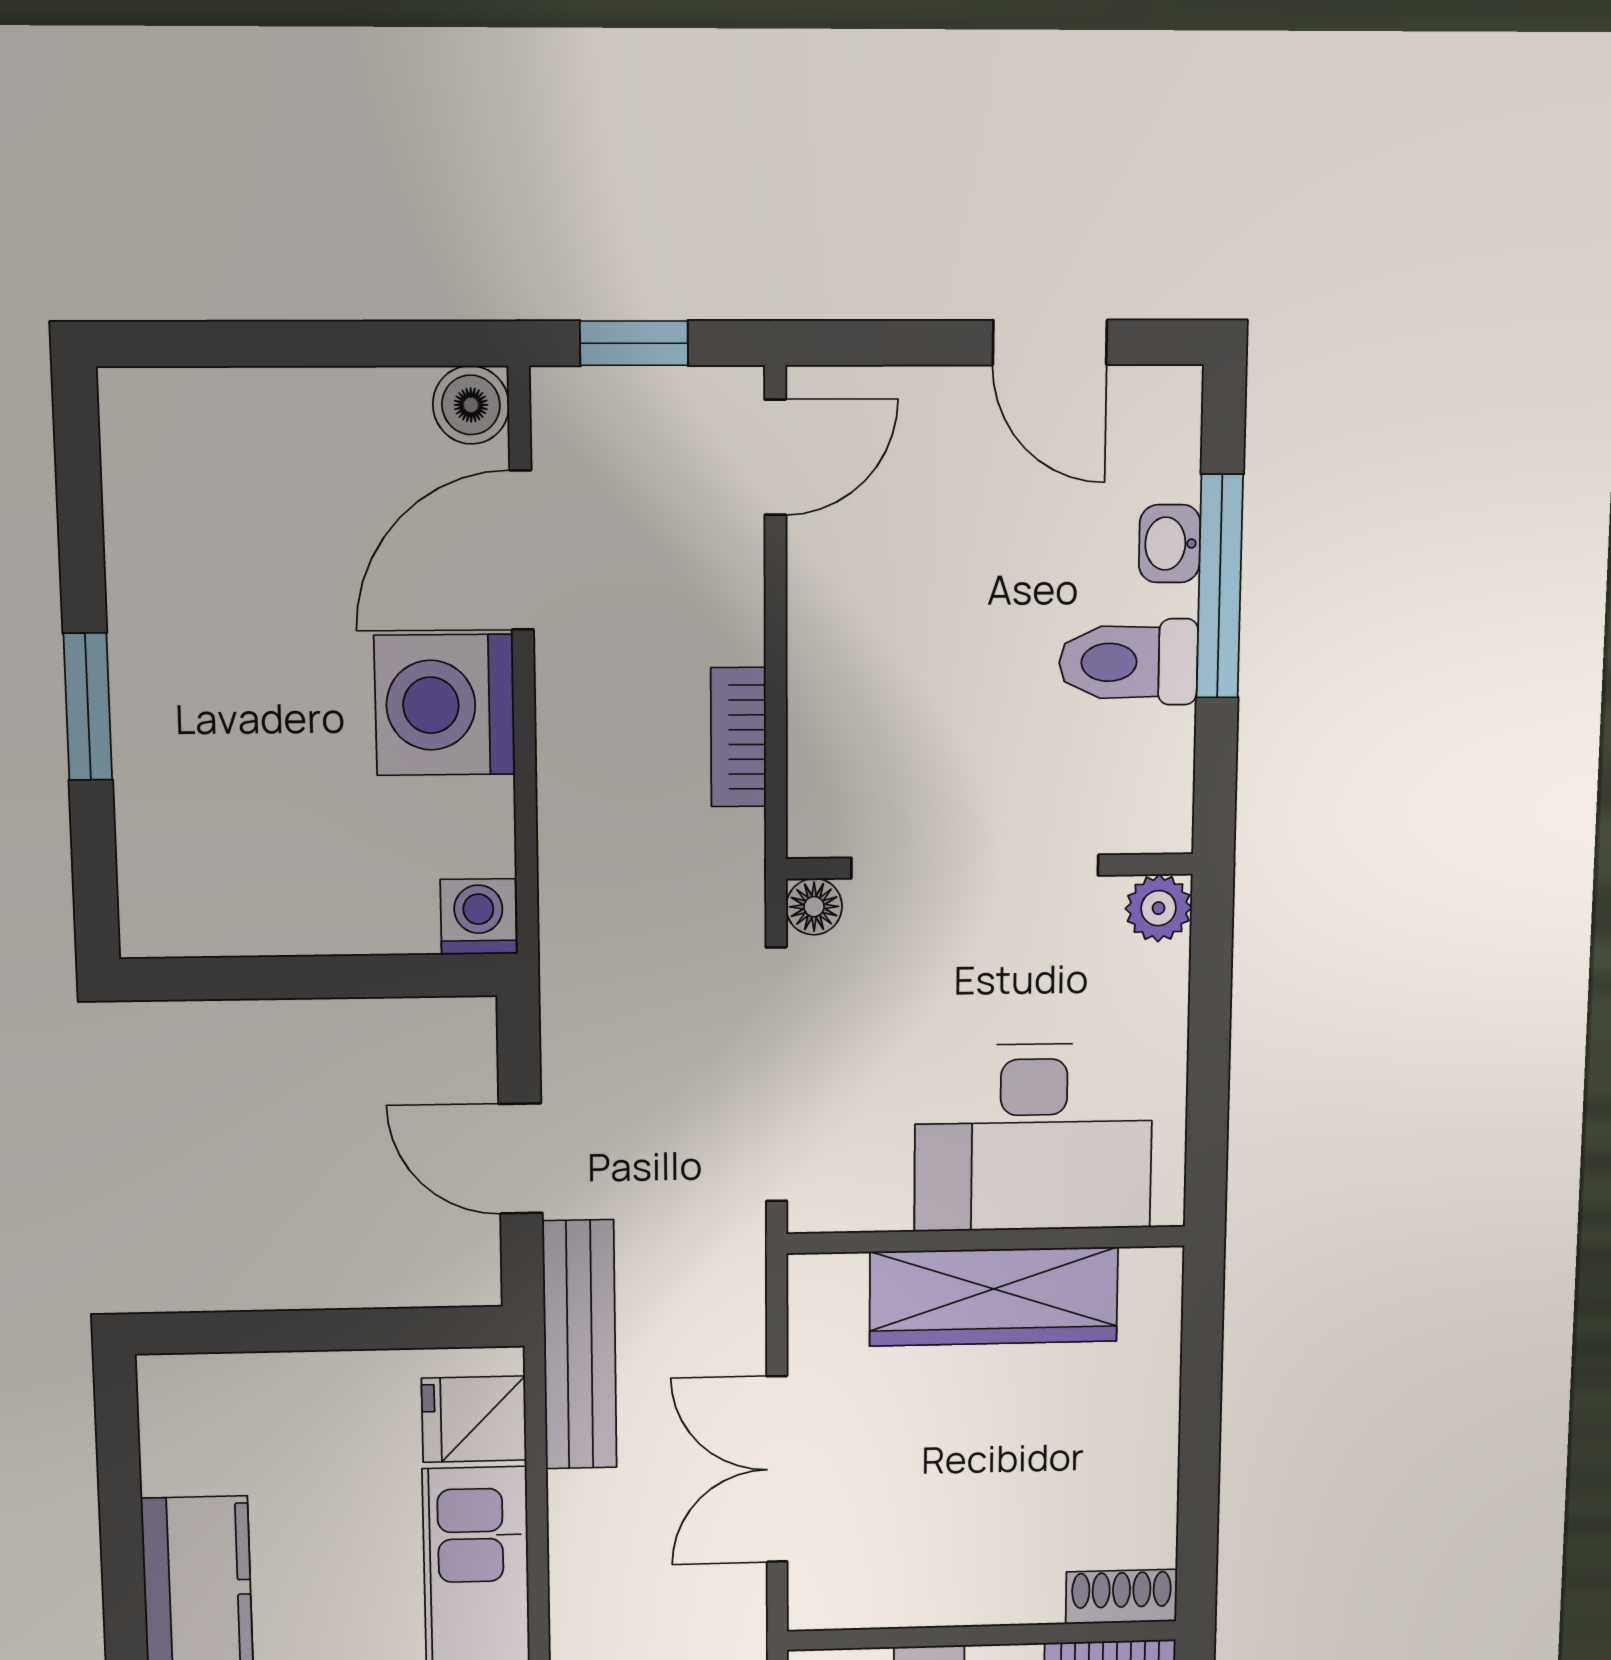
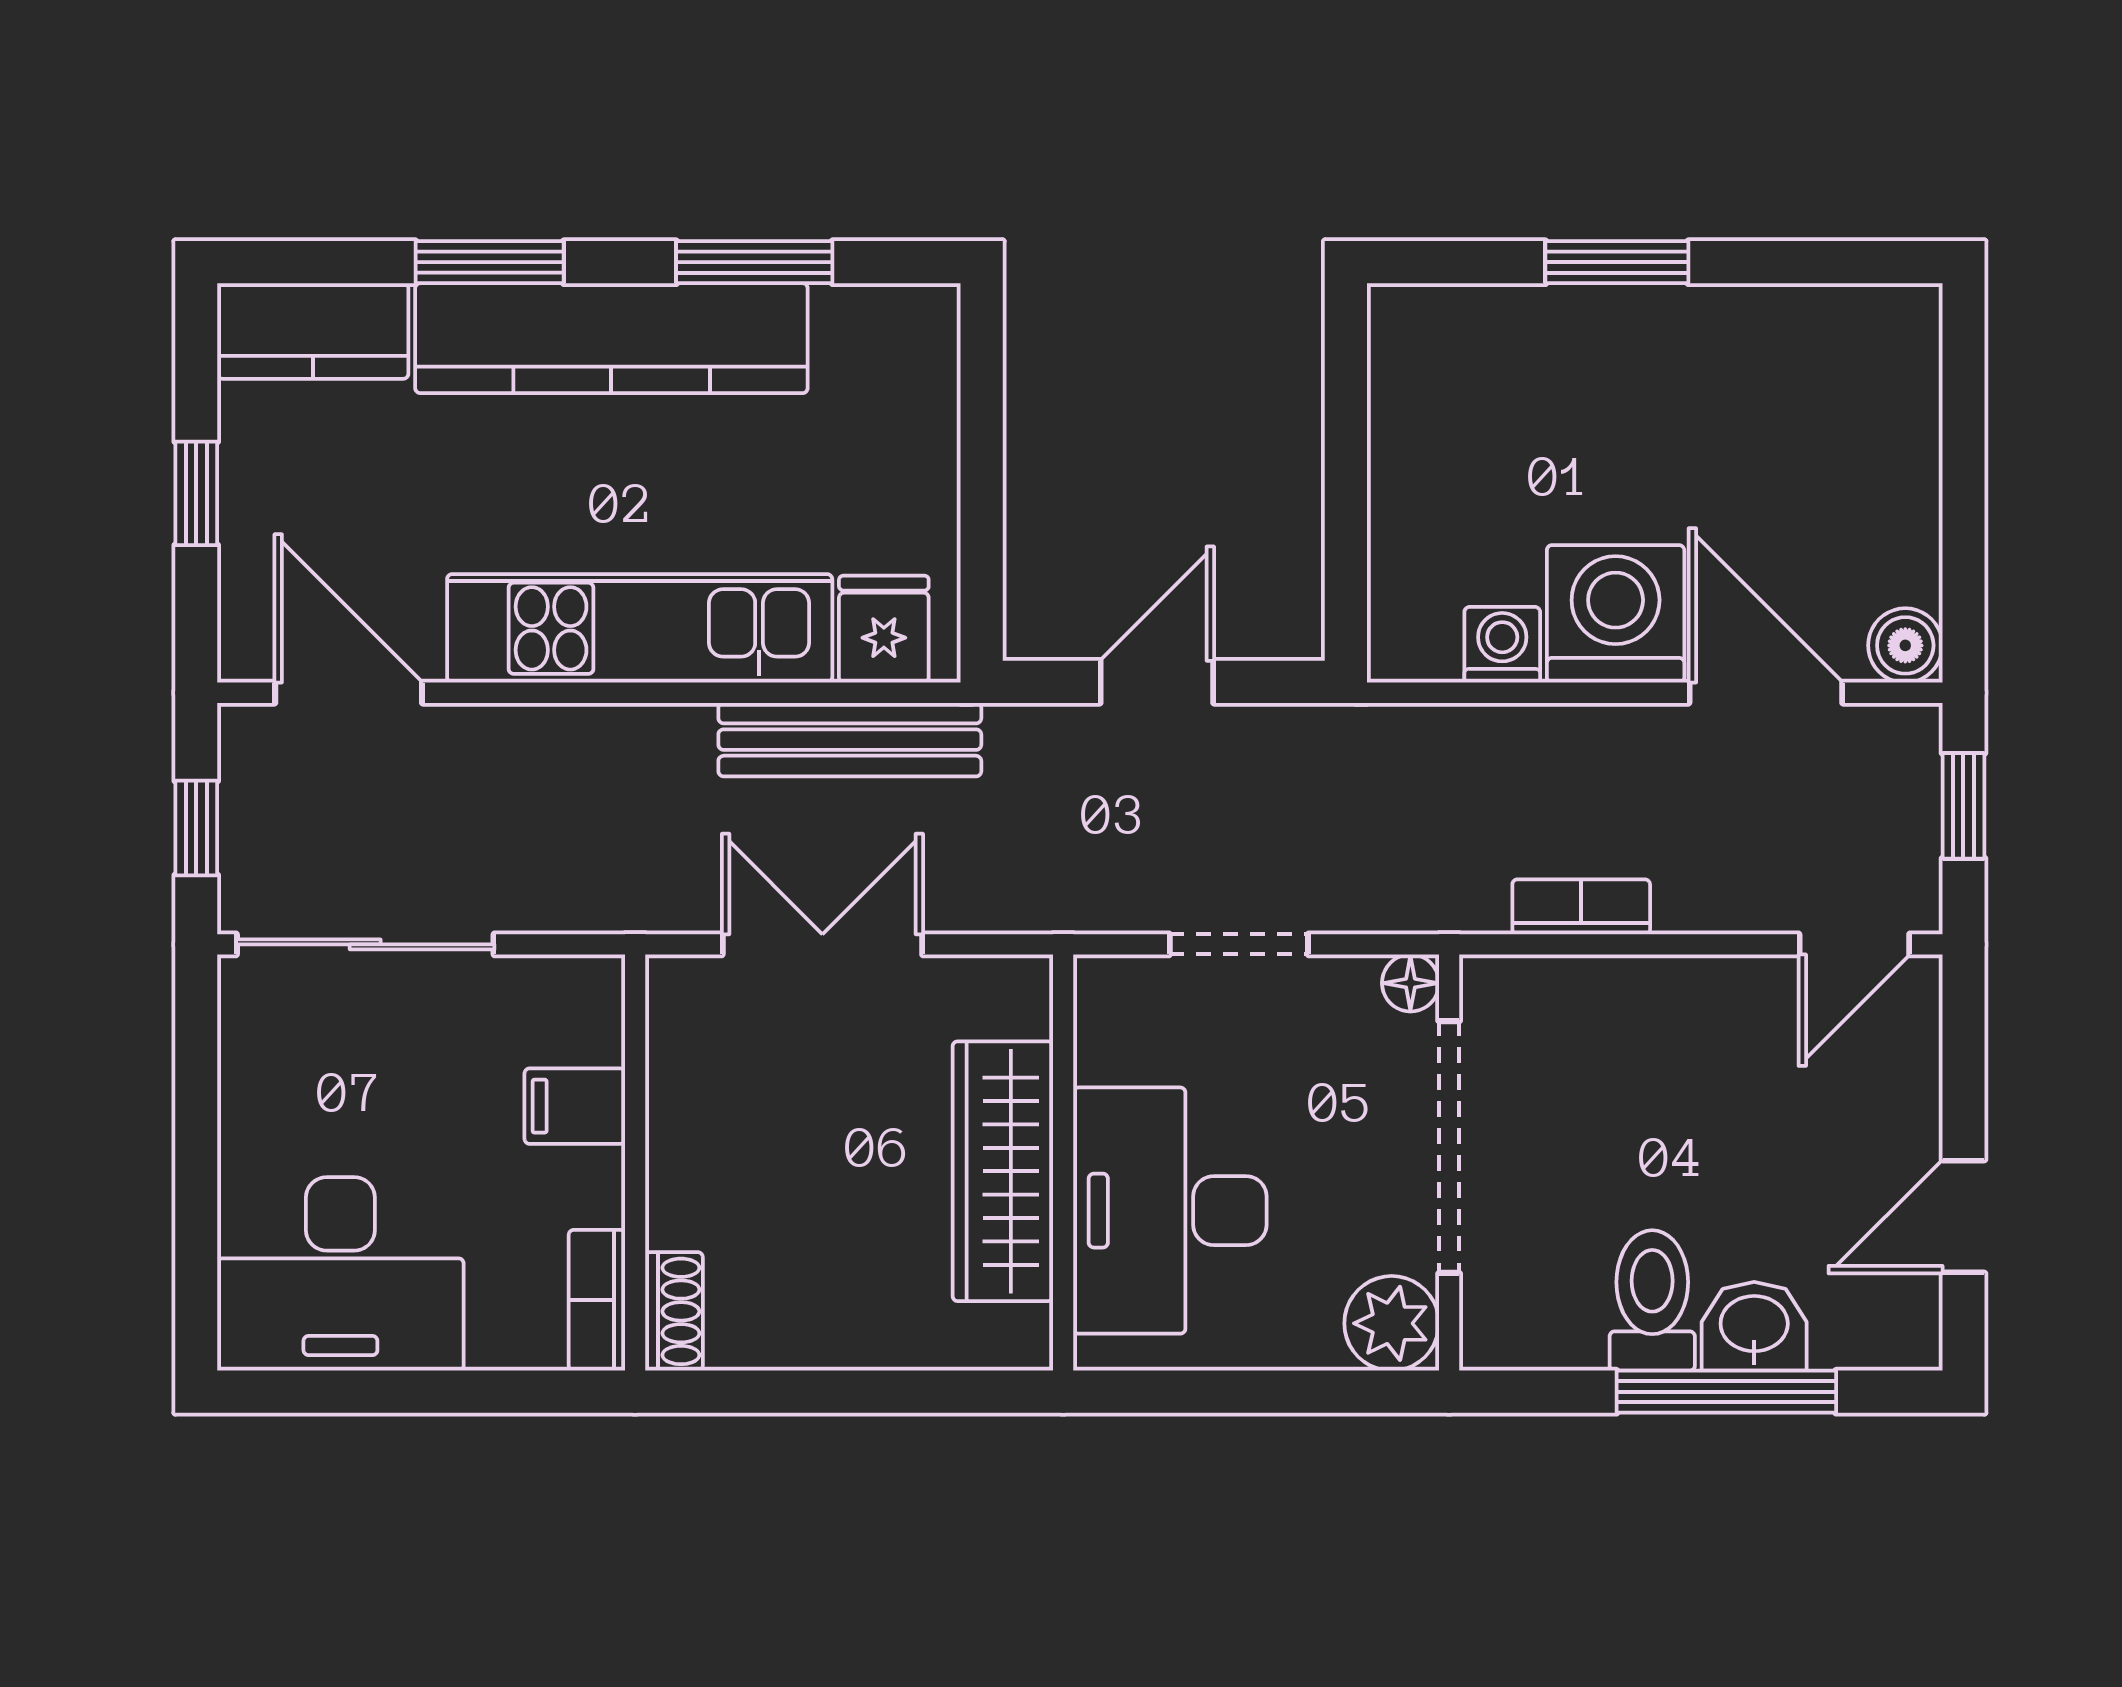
door: (775, 457) -> (1854, 944), hinge flipped
washbasin: (1170, 544) -> (1754, 1326), width x1.38, depth x1.45
plant: (1159, 908) -> (1392, 1323), width x1.38, depth x1.38
washing machine: (478, 917) -> (1502, 645), moved, turned -90
doorway: (776, 1075) -> (1239, 944), width x0.53
bench: (580, 1345) -> (850, 740), moved
window: (122, 1548) -> (754, 262), added

